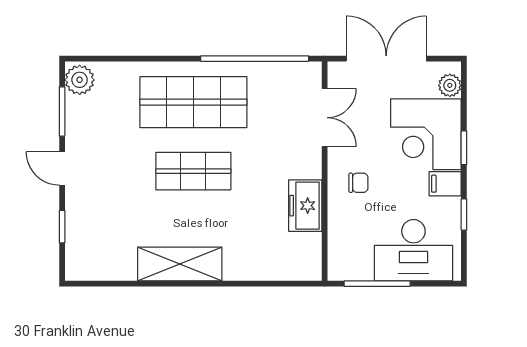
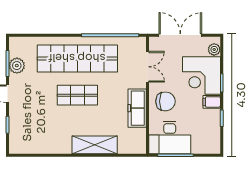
plant: (80, 80) -> (17, 66), moved
shop shelf: (193, 102) -> (77, 58), width x1.40
chair: (358, 183) -> (165, 101), width x1.87, depth x1.87
freezer: (305, 206) -> (137, 108), width x1.40
desk: (413, 250) -> (170, 137), moved
shelving: (180, 264) -> (95, 145), moved

